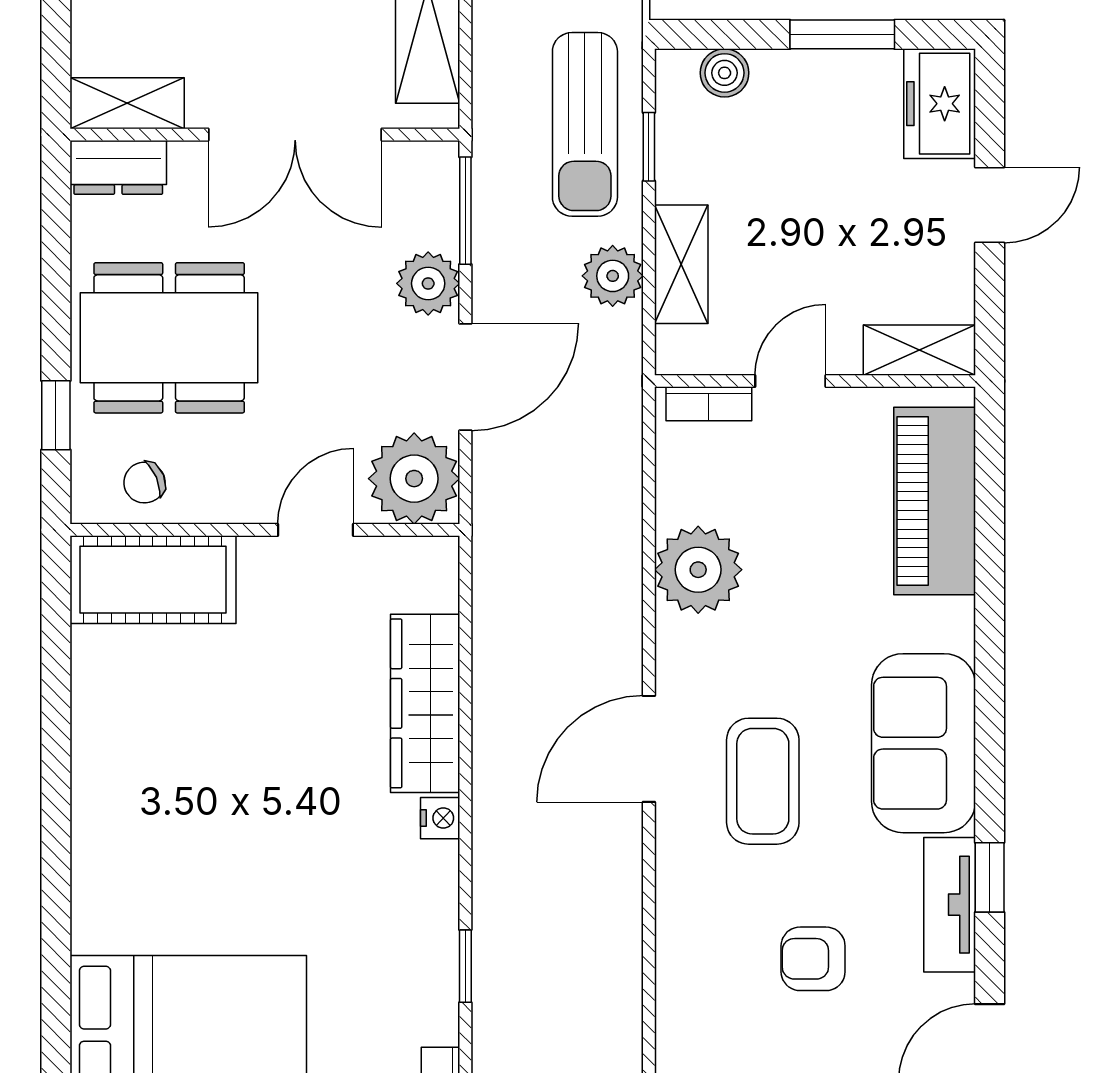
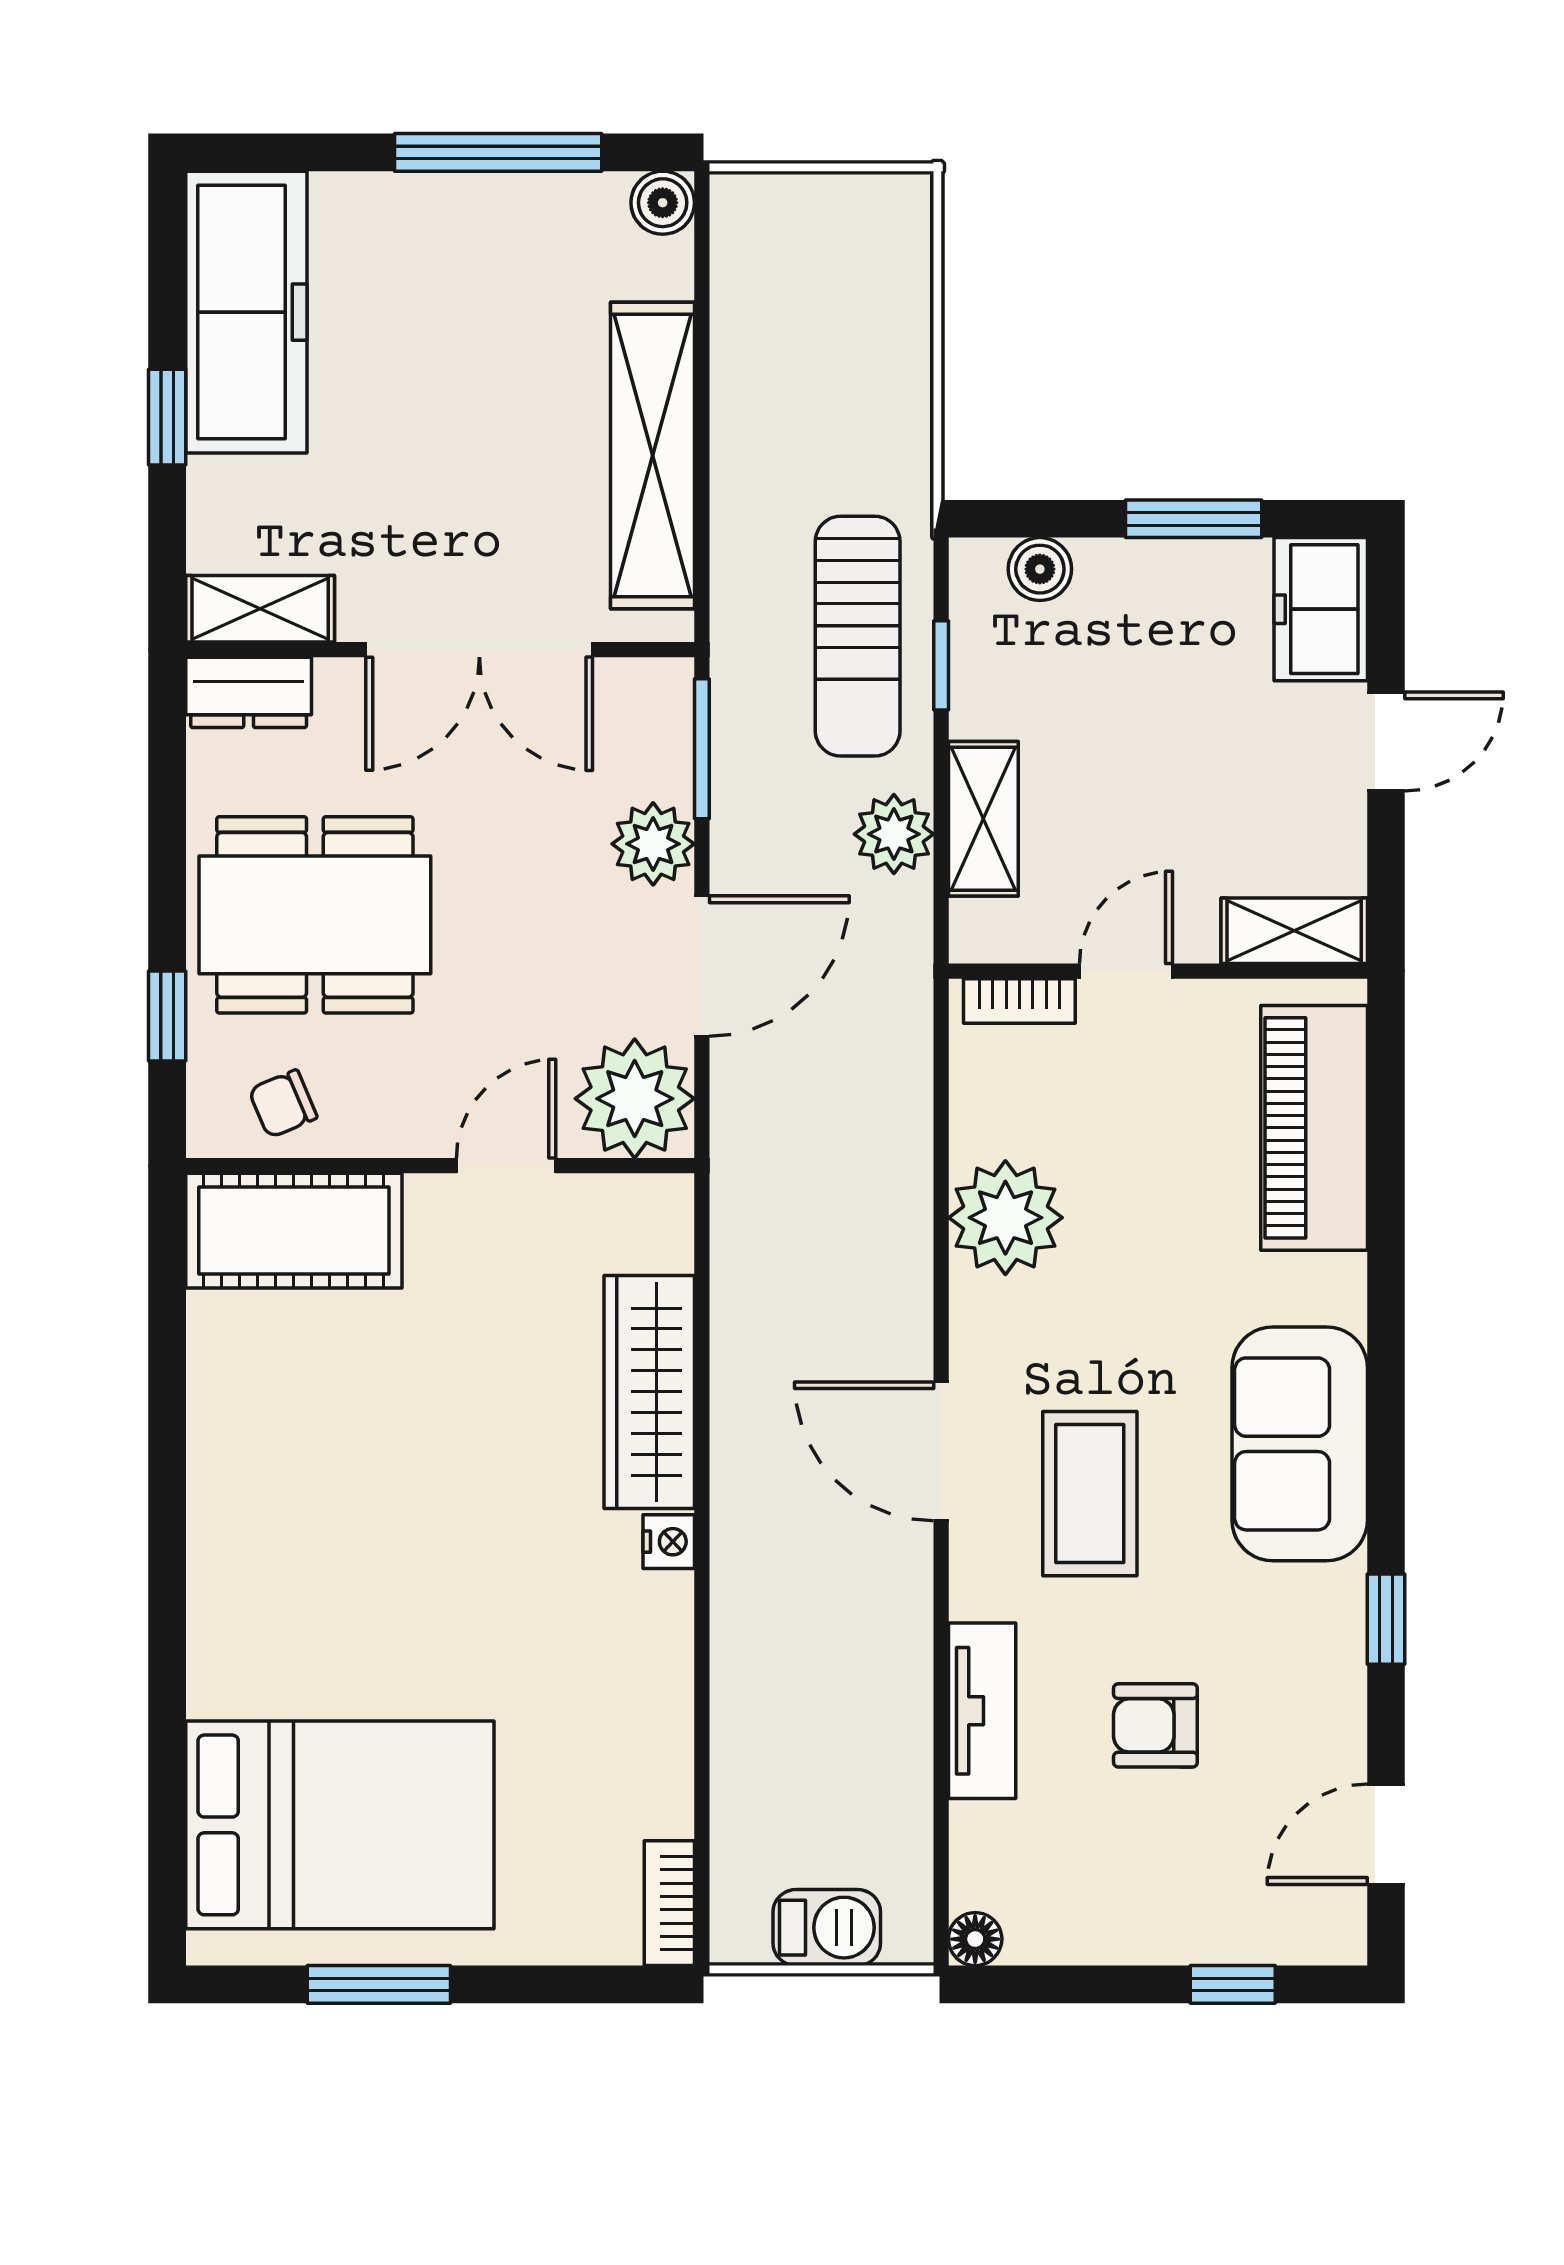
door: (649, 749) -> (941, 1451), hinge flipped
tv unit: (950, 905) -> (982, 1711), moved, turned 180
window: (465, 966) -> (702, 1735), removed

